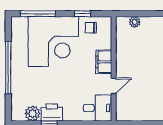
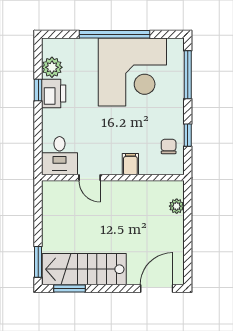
corner desk: (53, 41) -> (132, 72), moved, turned -90
filing cabinet: (104, 62) -> (130, 164), width x0.50

